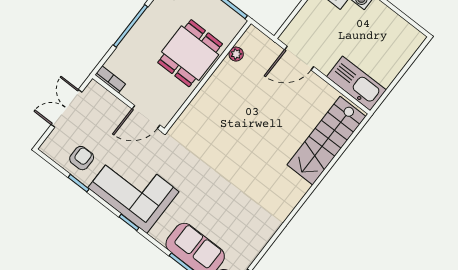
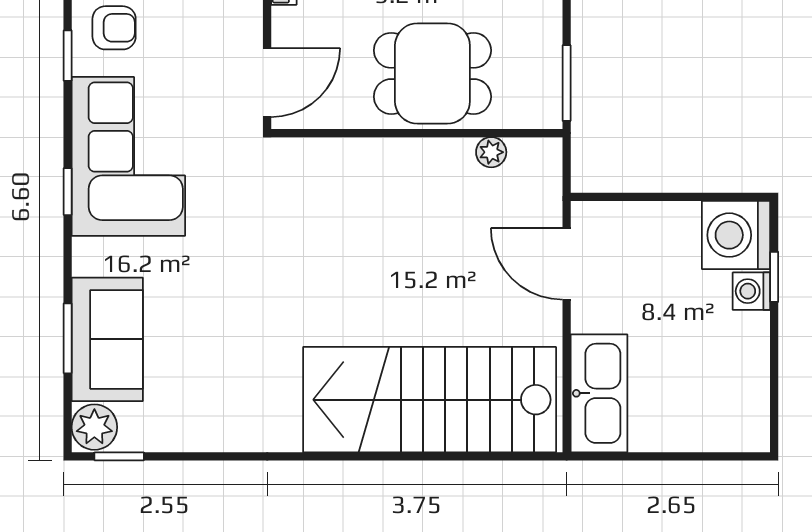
door: (146, 117) -> (267, 83), swing flipped
stairs: (326, 141) -> (430, 400), width x1.36, depth x1.51

